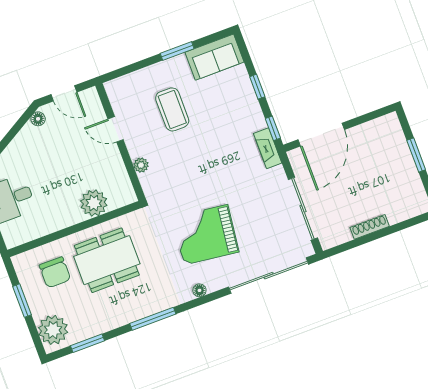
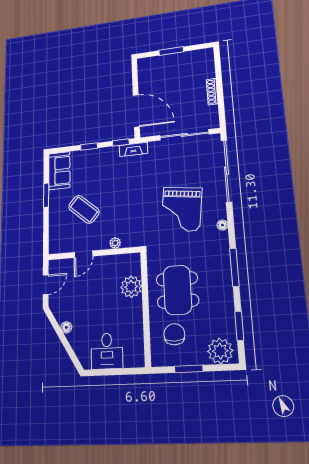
coffee table: (172, 109) -> (84, 209), turned 41
floor lamp: (38, 119) -> (66, 327), moved
chair: (55, 272) -> (174, 334), turned -90

